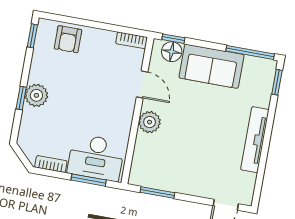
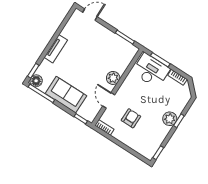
armchair: (68, 39) -> (131, 118), moved
floor lamp: (172, 52) -> (36, 81), moved
tv unit: (255, 140) -> (56, 49), width x0.71

